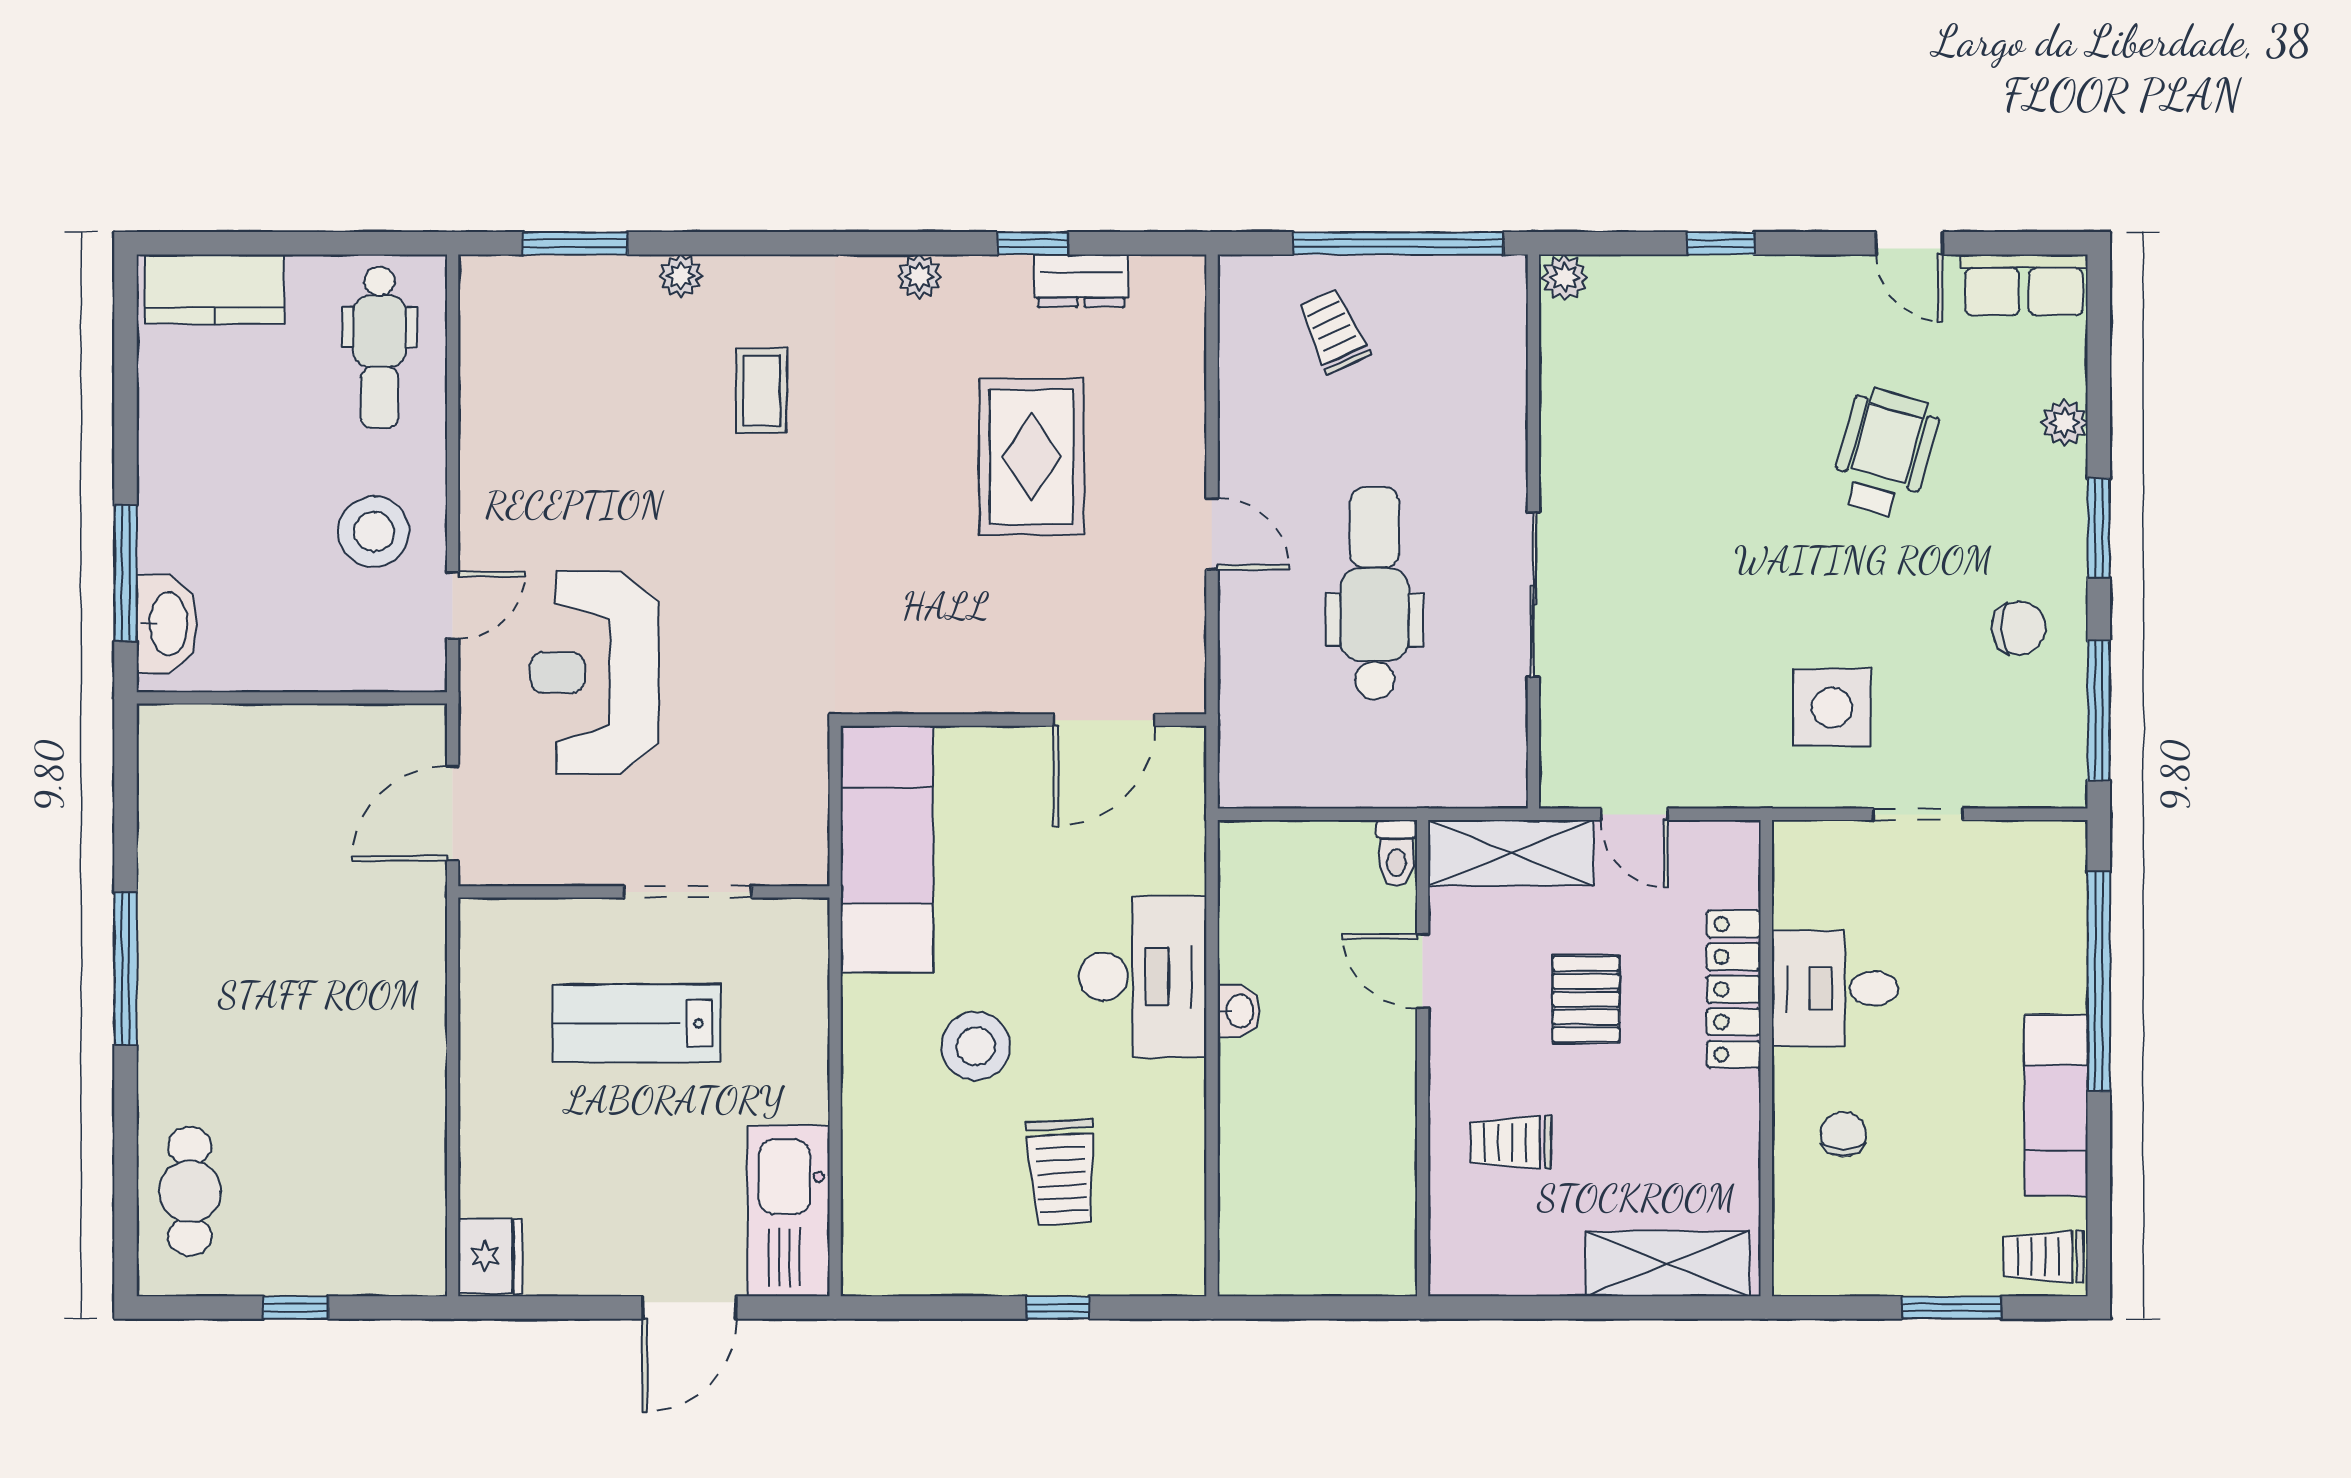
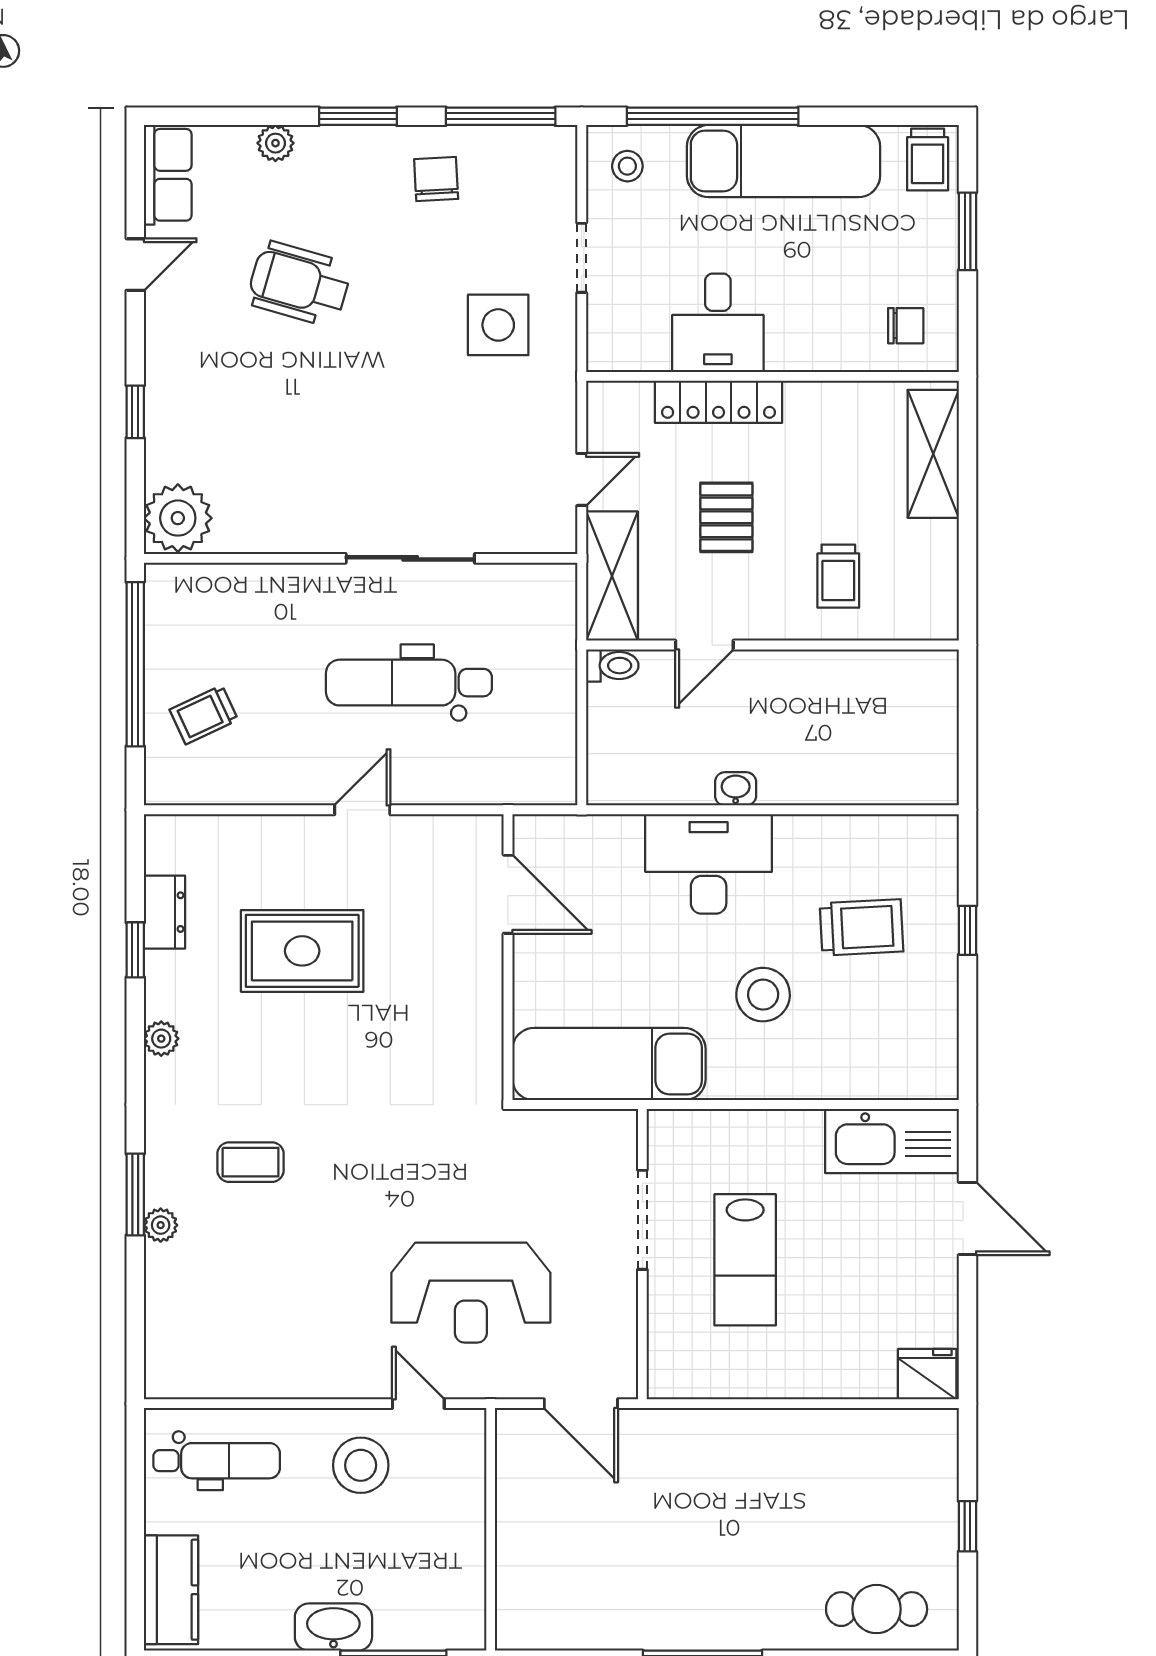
window: (575, 243) -> (135, 1194), moved
plant: (1565, 278) -> (178, 518), width x1.88, depth x1.88
washbasin: (167, 624) -> (333, 1627), moved
stool: (2035, 873) -> (627, 166), added
pallet: (1586, 999) -> (726, 517), turned 90
exam couch: (2056, 1105) -> (784, 161), width x1.36, depth x1.45
chair: (1843, 1134) -> (906, 326), moved, turned 180

